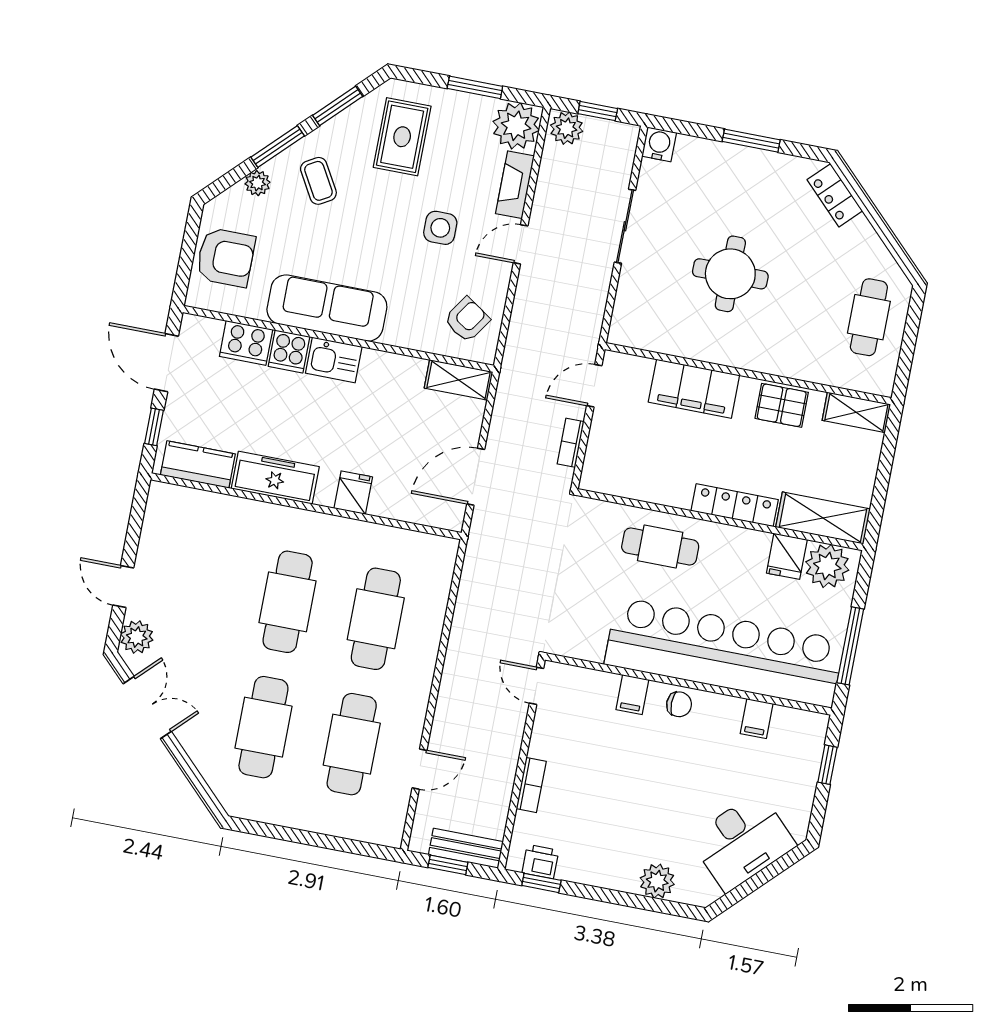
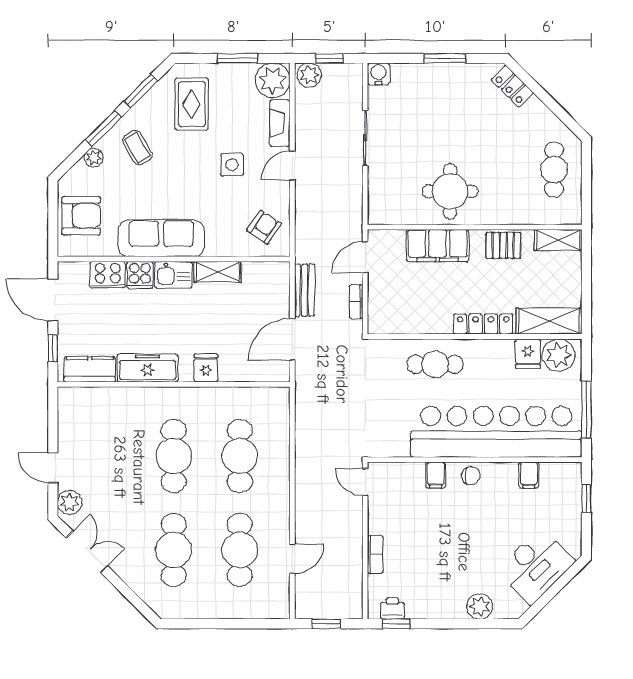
round table: (730, 274) -> (450, 191), moved
shelving: (458, 380) -> (218, 272), moved
bench: (466, 848) -> (305, 290), moved, turned 90

